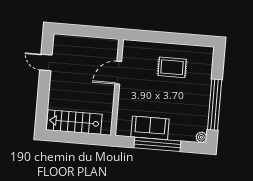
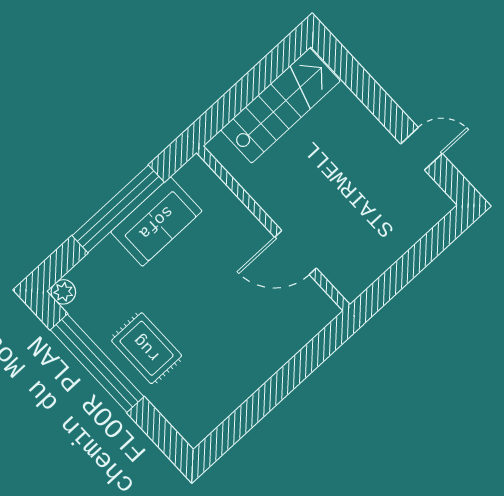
rug: (172, 67) -> (147, 348), moved, turned 90
door: (118, 73) -> (295, 253), swing flipped

